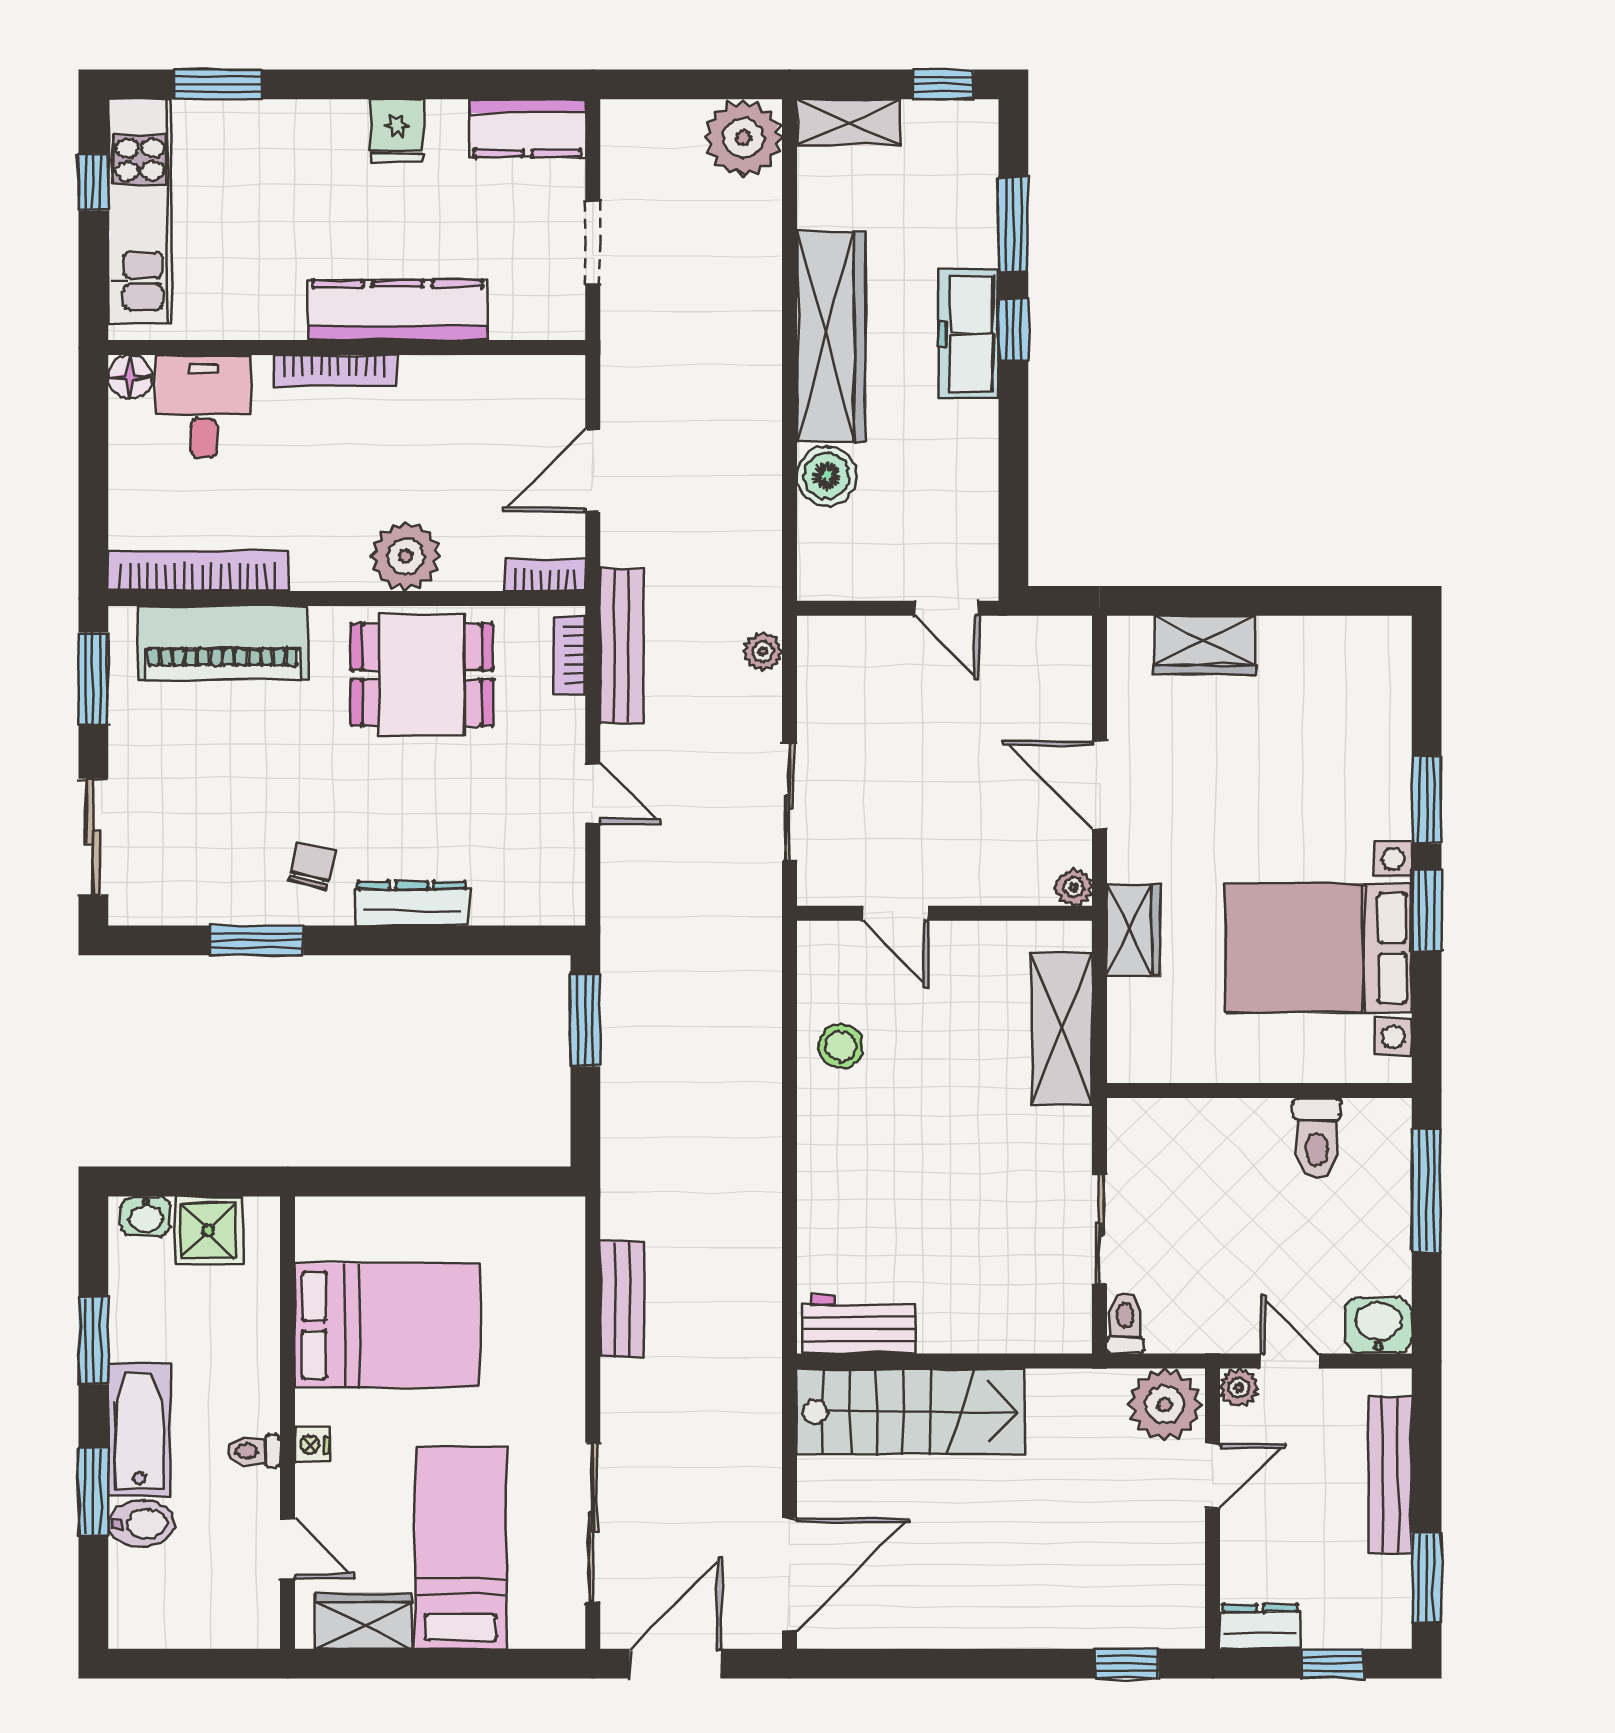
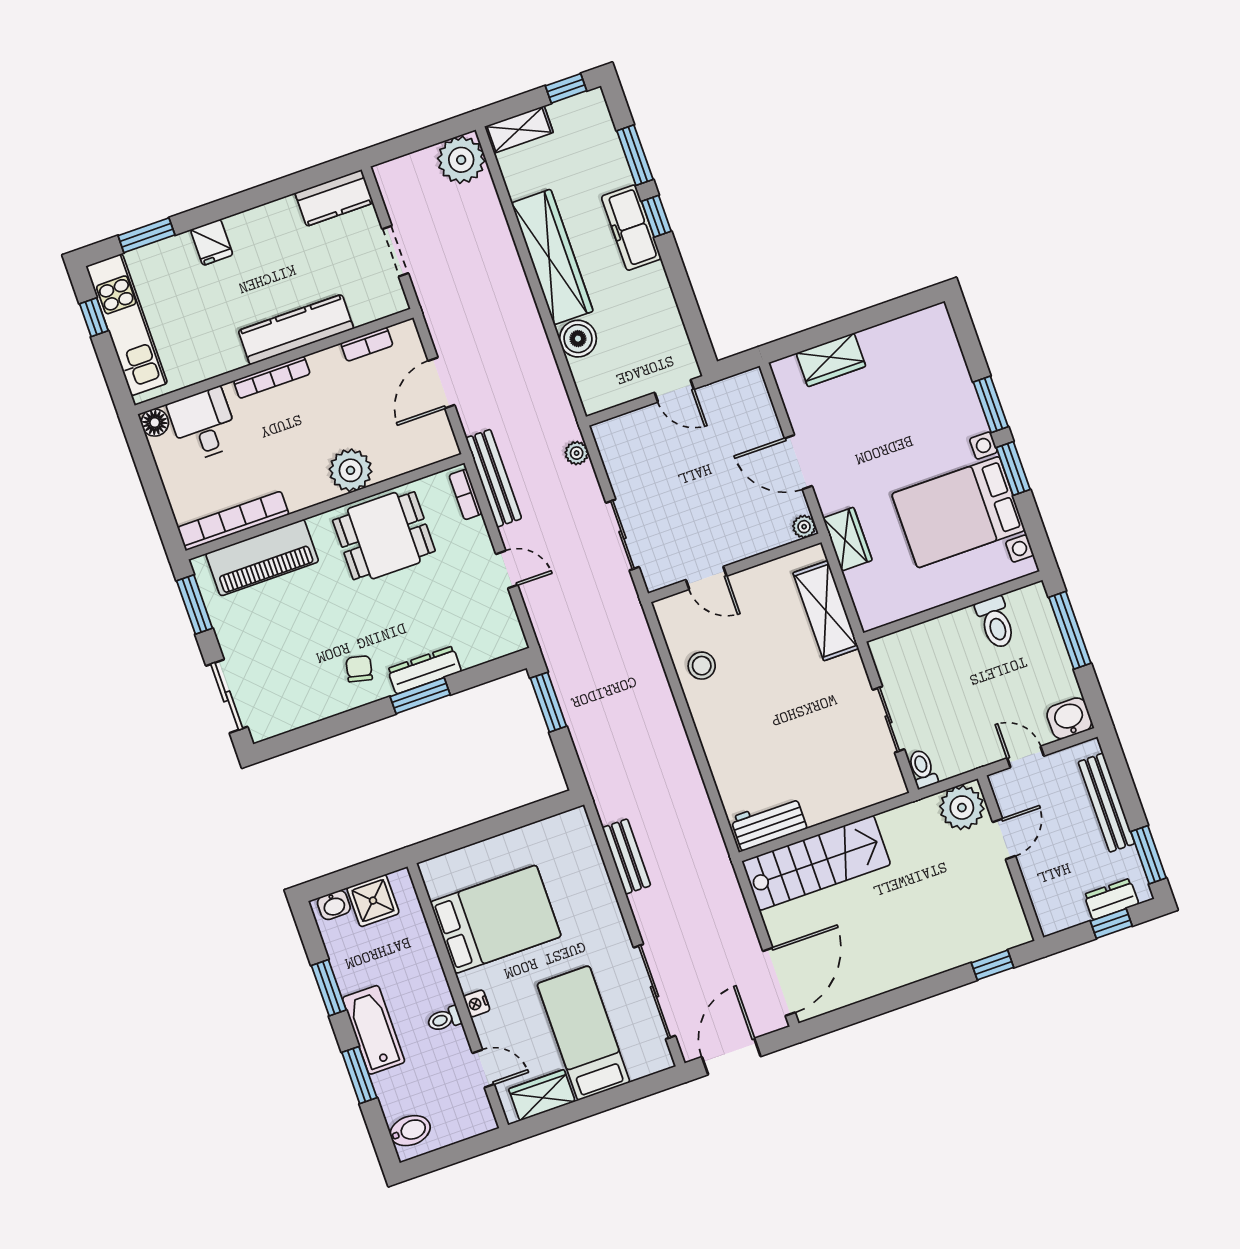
fridge: (397, 130) -> (212, 242), moved
bookcase: (545, 575) -> (367, 344), moved, turned 180
window: (257, 940) -> (420, 696), moved
plant: (1239, 1388) -> (1001, 783), removed
bidet: (142, 1524) -> (410, 1131), moved
dresser: (1260, 1626) -> (1111, 899), moved

